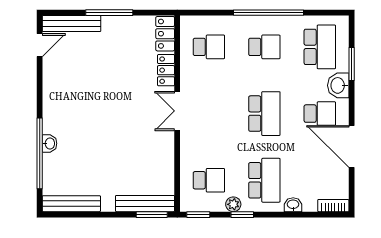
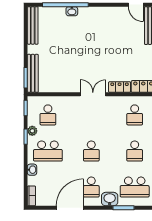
school desk: (264, 114) -> (91, 151), width x0.54

